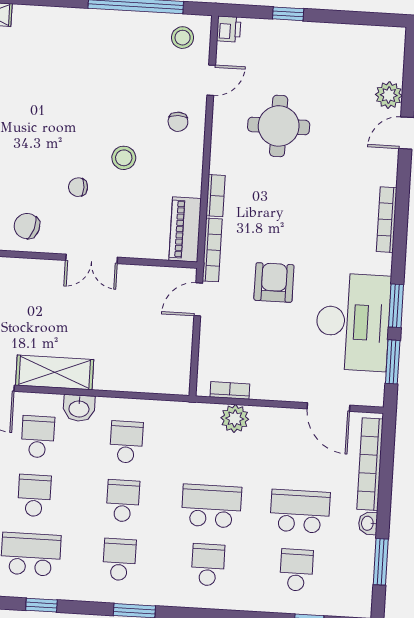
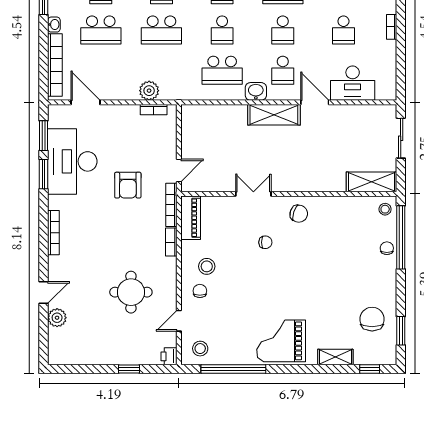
grand piano: (64, 42) -> (281, 341), added
stool: (124, 158) -> (207, 266), moved
school desk: (126, 442) -> (222, 70), width x1.85

